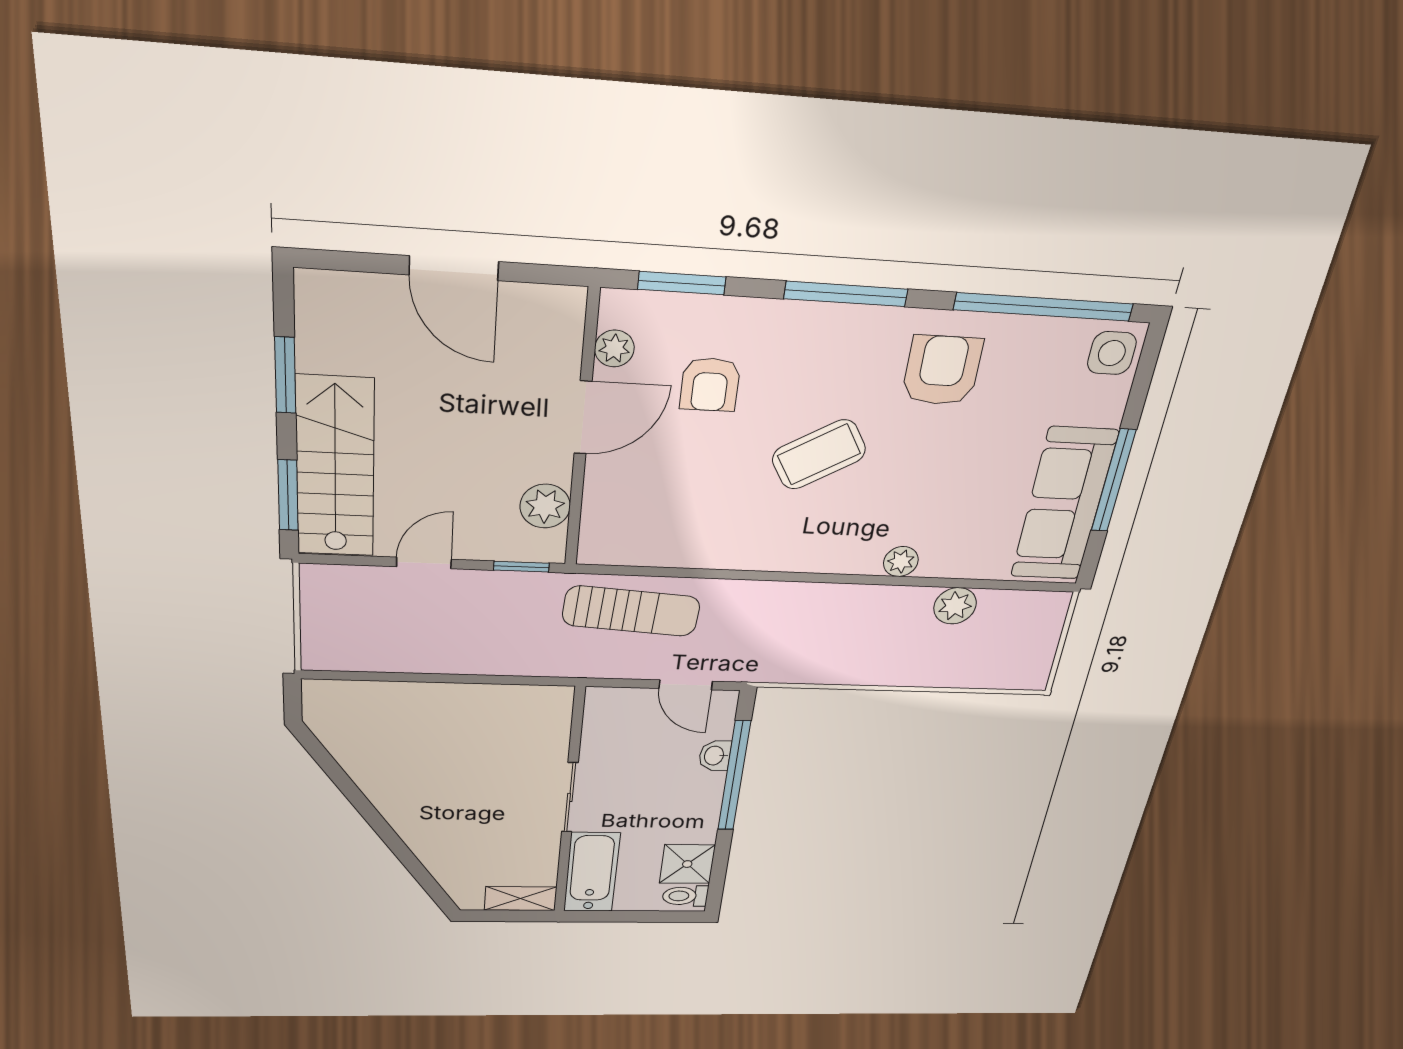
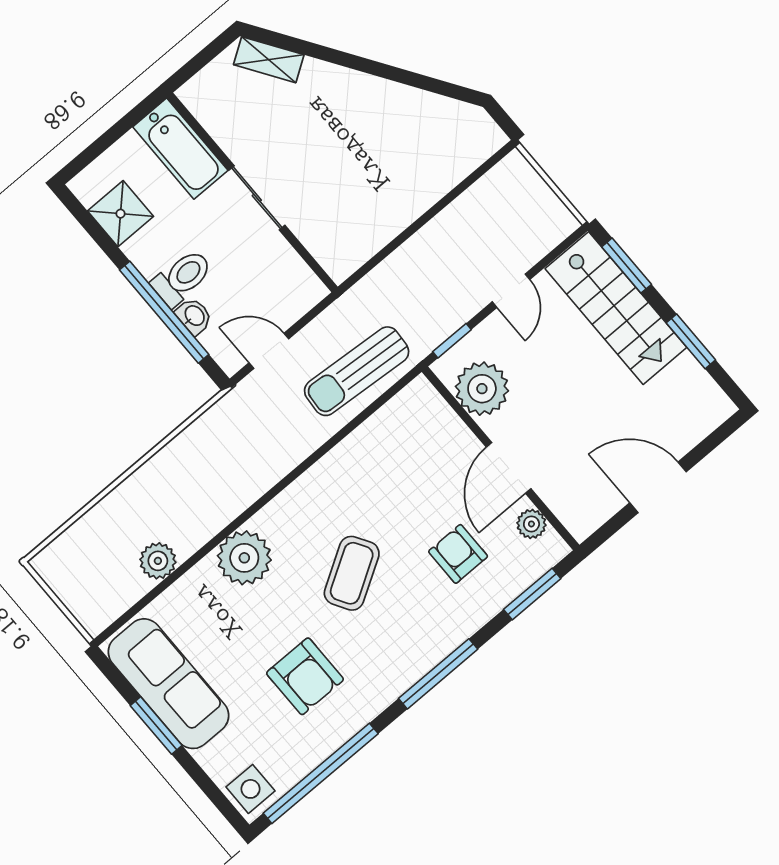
armchair: (942, 370) -> (305, 676), moved
window: (1113, 481) -> (156, 725), width x0.69
plant: (545, 506) -> (482, 389), width x1.36, depth x1.36
plant: (901, 562) -> (244, 558), width x1.87, depth x1.87
toilet: (685, 896) -> (182, 278), moved, width x1.37, depth x1.39
shelving: (521, 899) -> (269, 60), moved, turned 57

